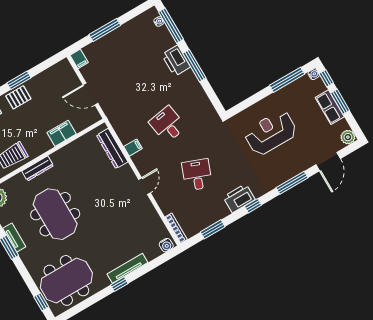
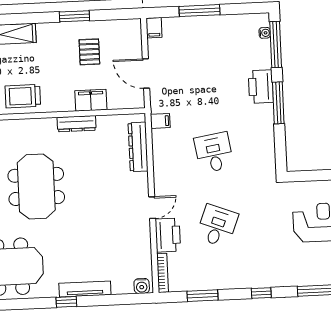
pallet: (18, 97) -> (89, 52), moved, turned 90
filing cabinet: (133, 148) -> (160, 121), moved
dresser: (38, 168) -> (77, 124), moved
printer: (239, 198) -> (168, 235), moved, turned 90

